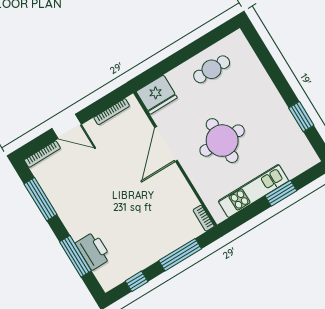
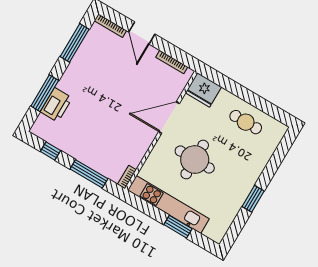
window: (301, 117) -> (253, 199), moved
kitchen unit: (253, 191) -> (168, 205), width x1.36

